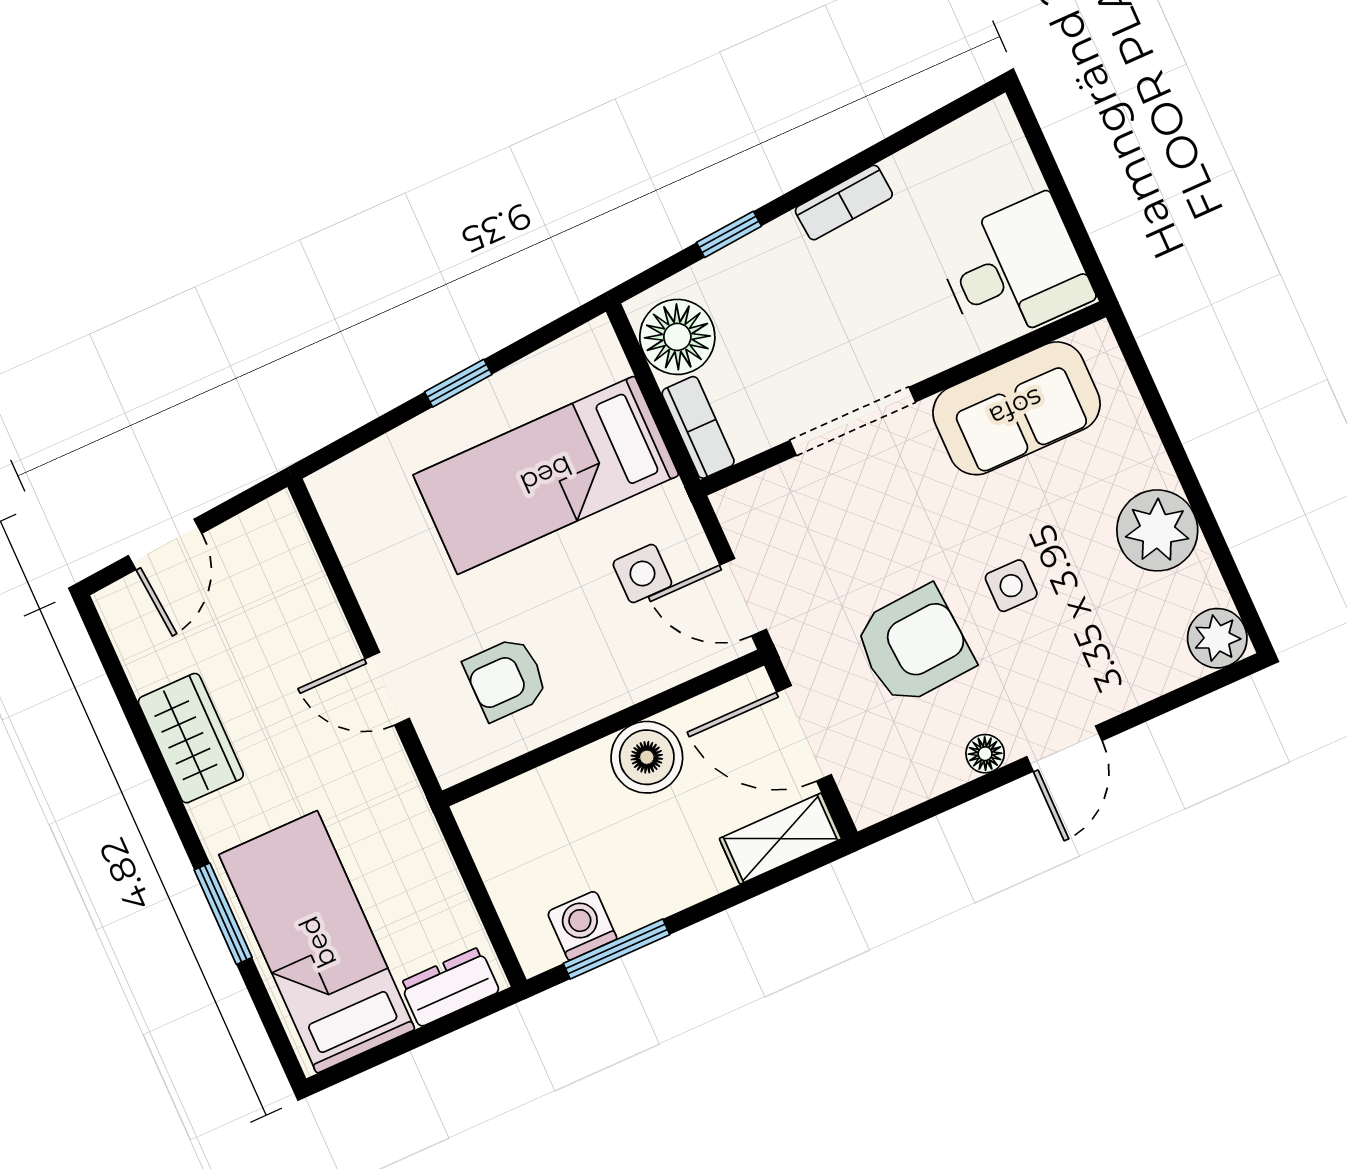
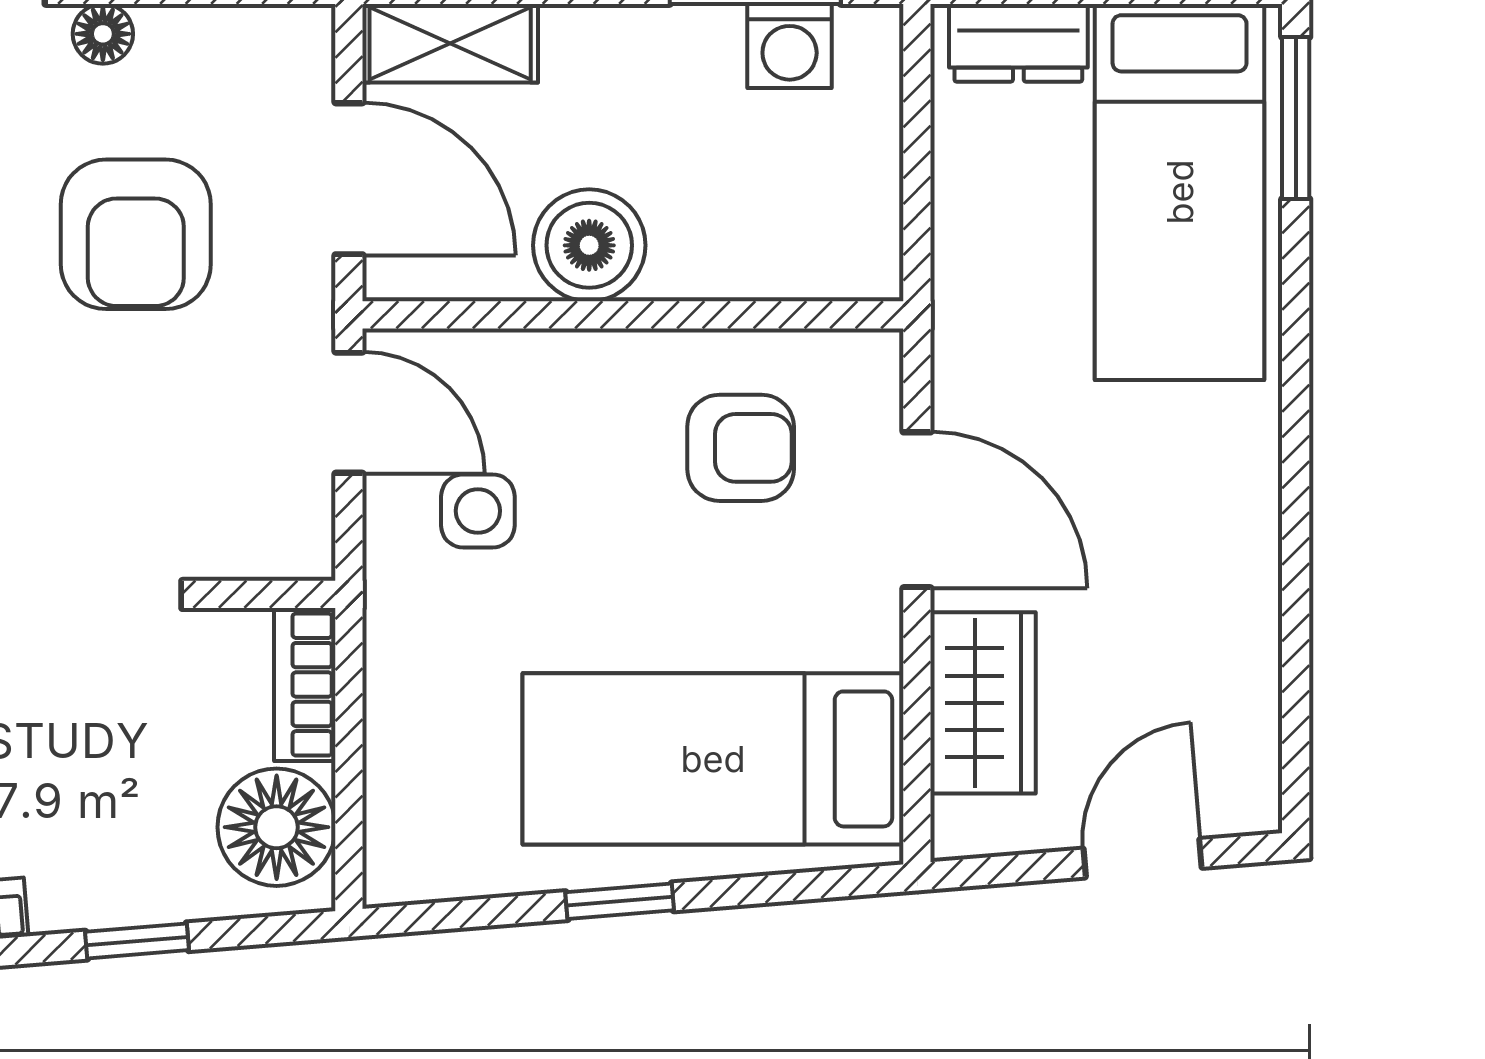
bed: (546, 475) -> (713, 759), moved, turned 180
armchair: (914, 646) -> (136, 234), turned -86
door: (387, 689) -> (917, 510), width x1.38
wardrobe: (191, 738) -> (983, 703), moved, turned 180
window: (223, 914) -> (1296, 118), moved

